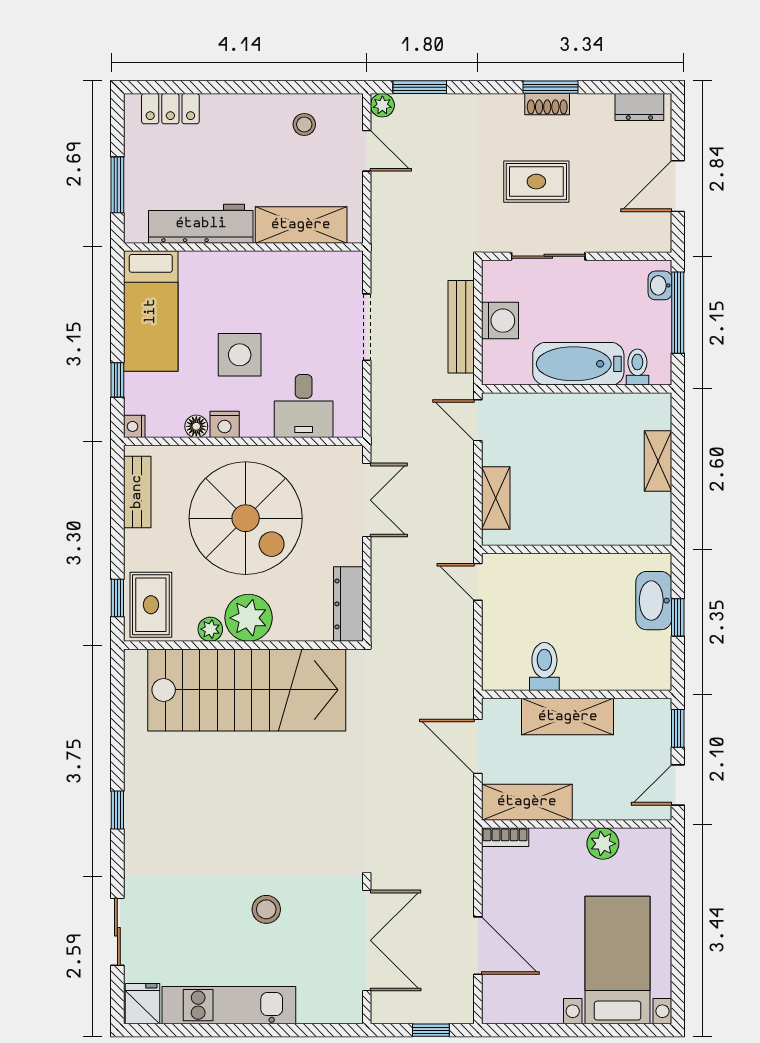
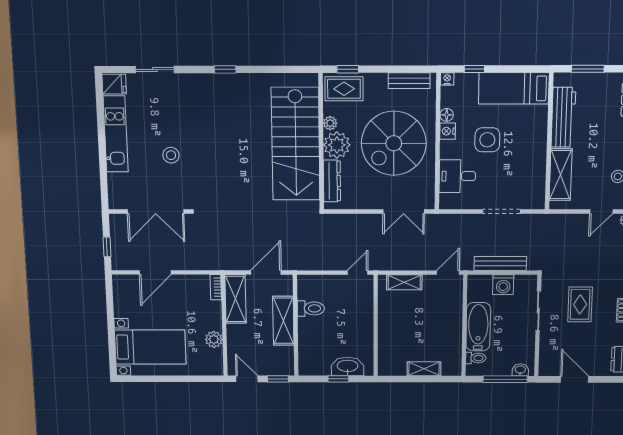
dresser: (348, 604) -> (332, 181), moved, turned 90

